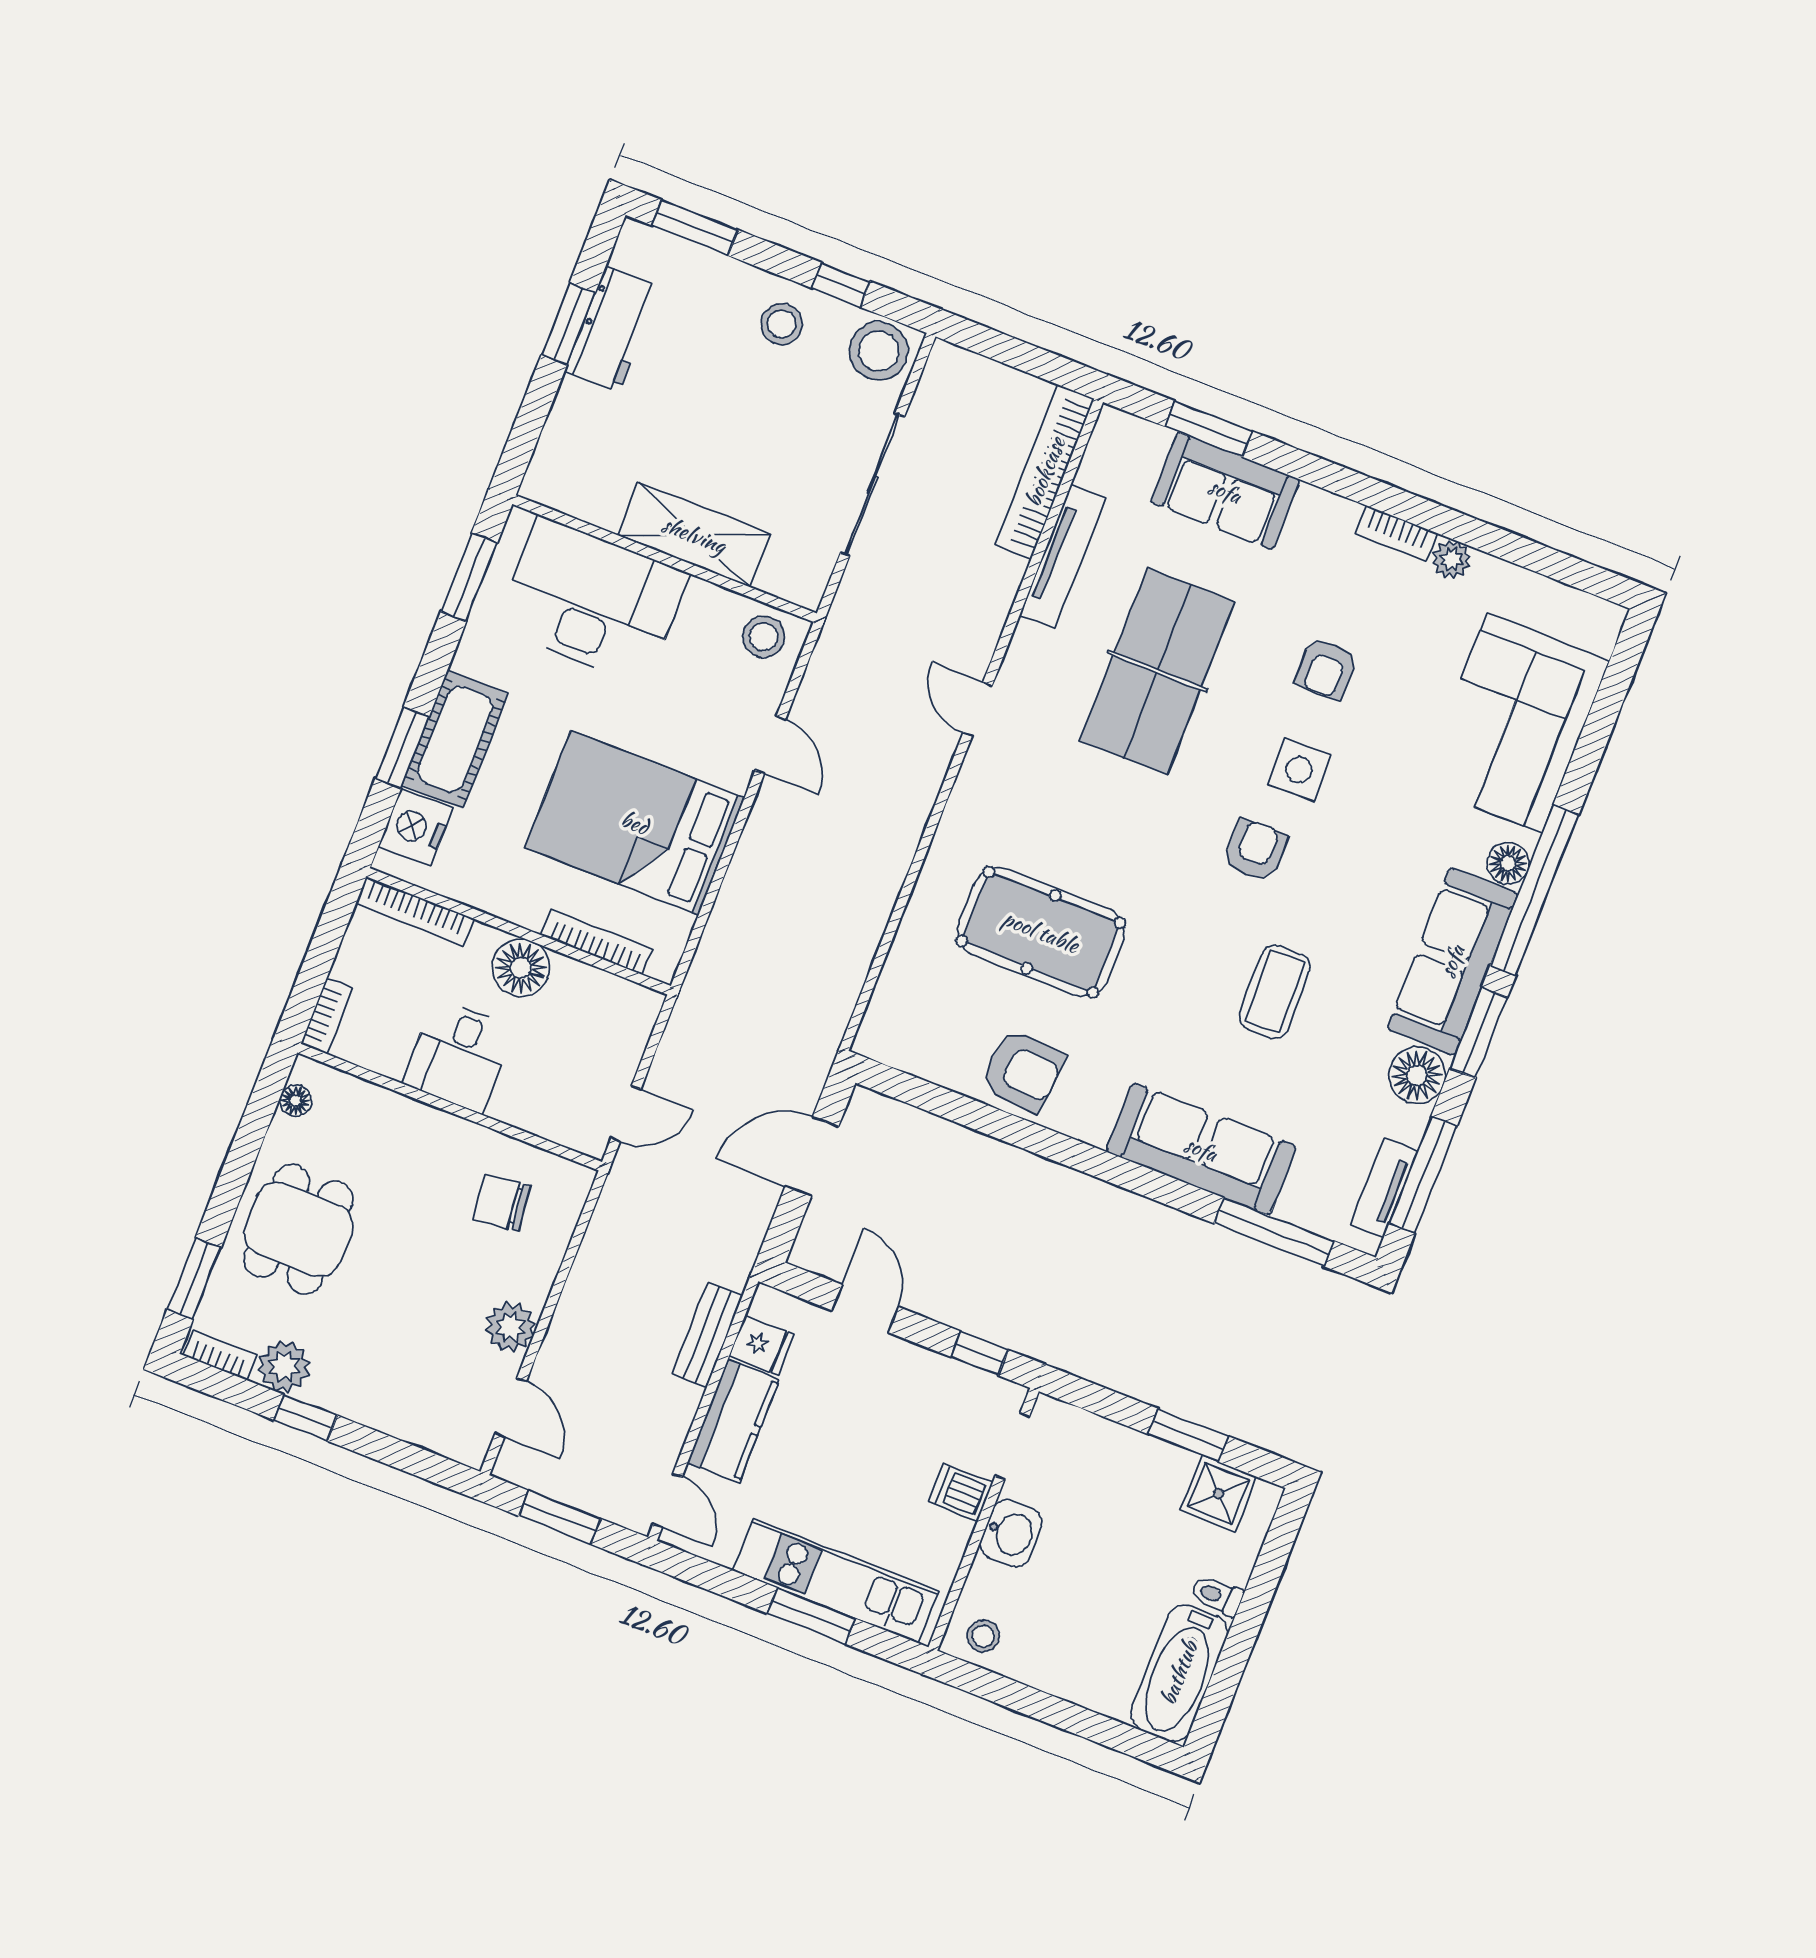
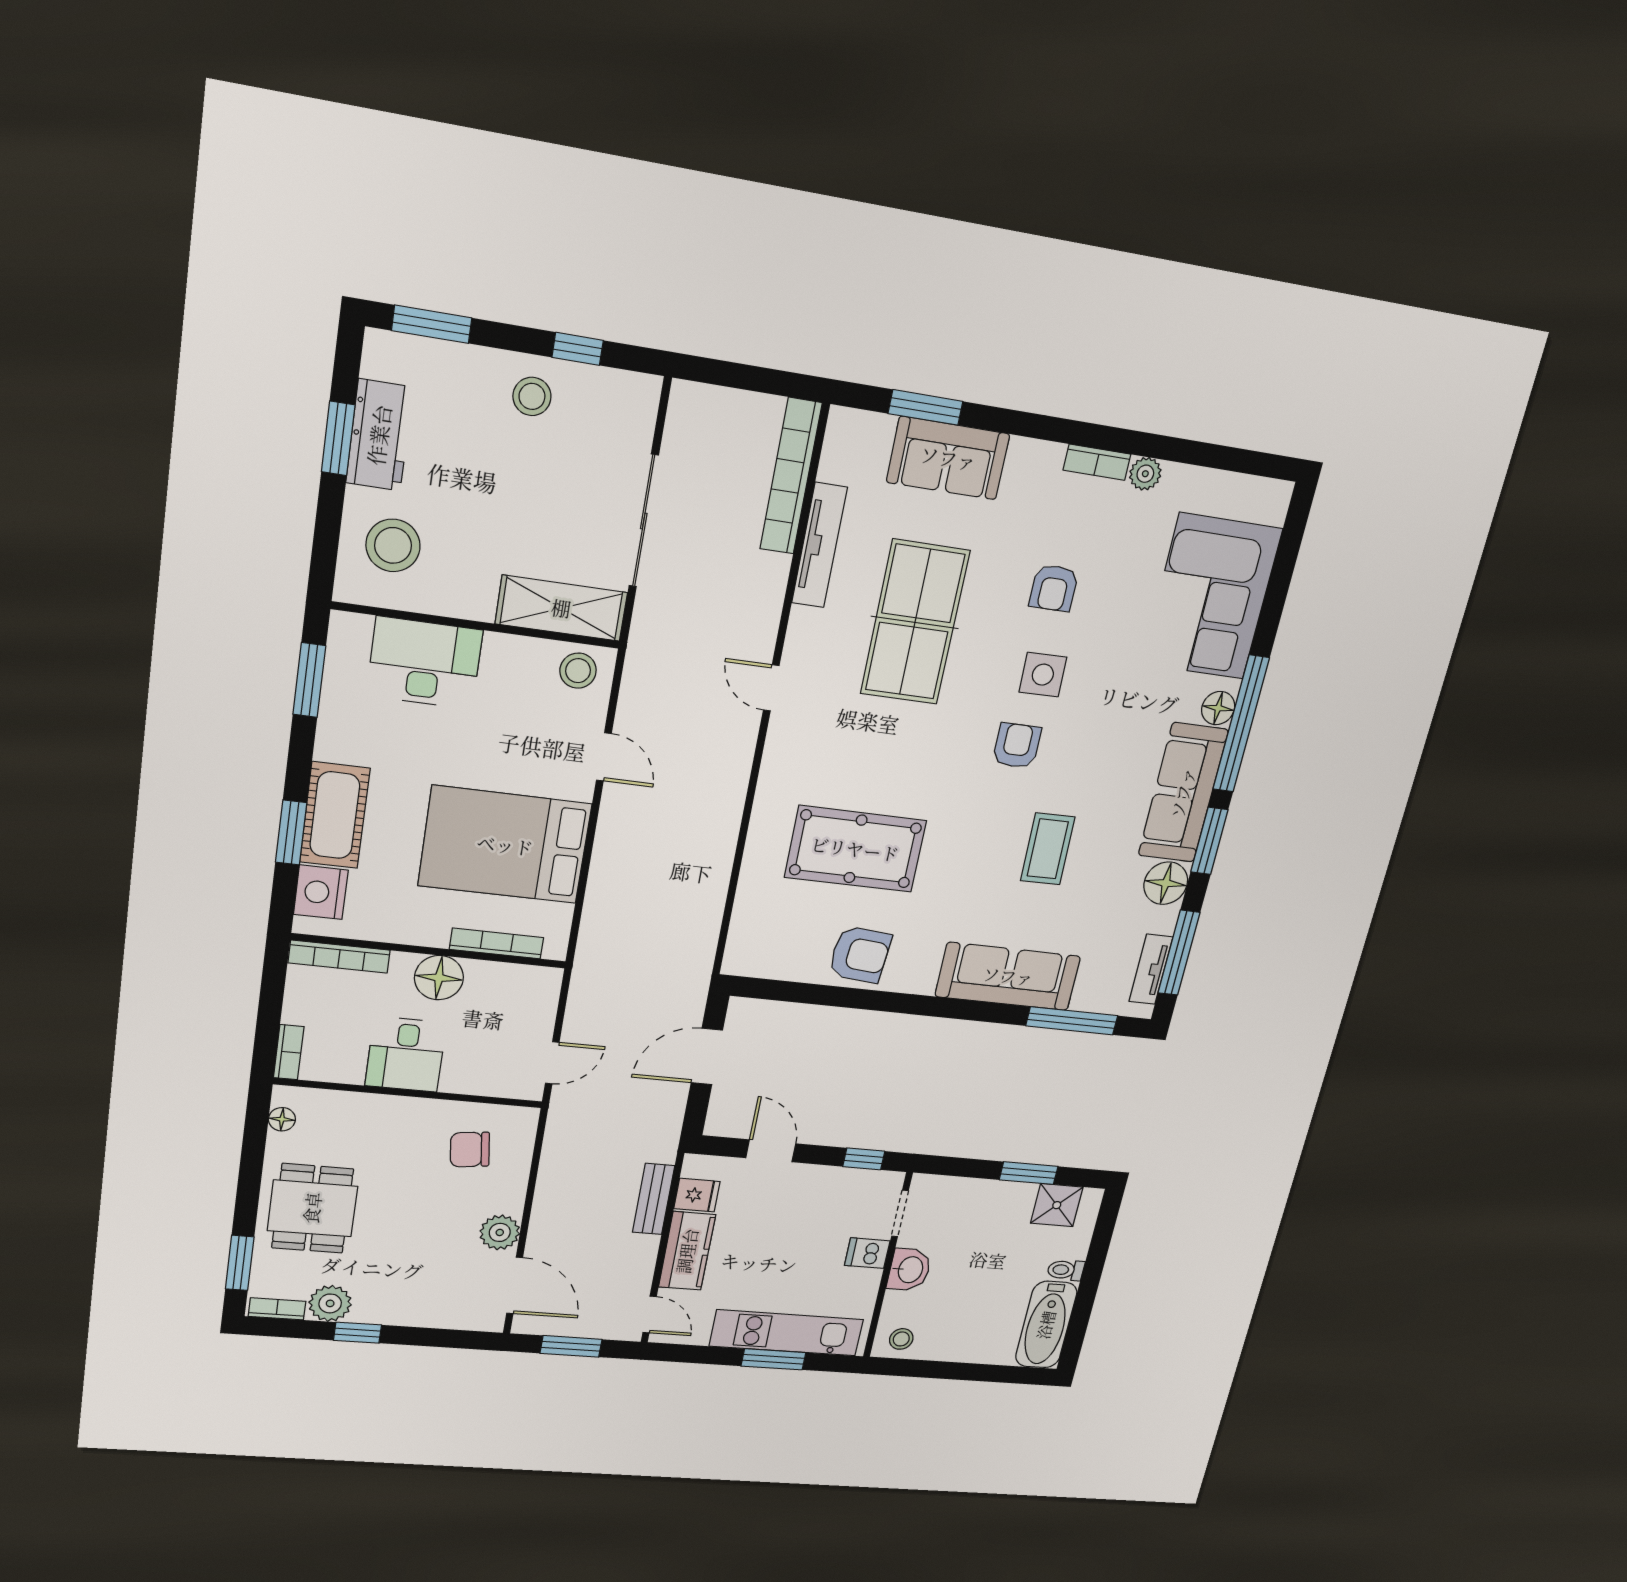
stool: (879, 351) -> (393, 545), moved
shelving: (694, 535) -> (561, 608), moved
desk: (592, 601) -> (425, 663), width x0.73, depth x0.77
door: (511, 1408) -> (515, 1286), width x1.38

